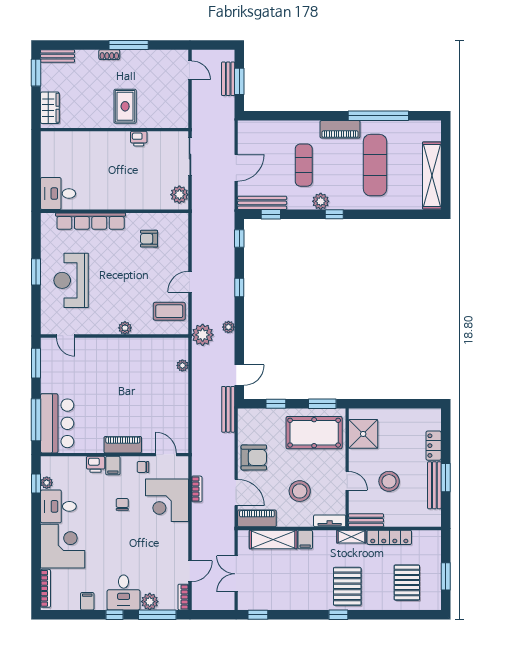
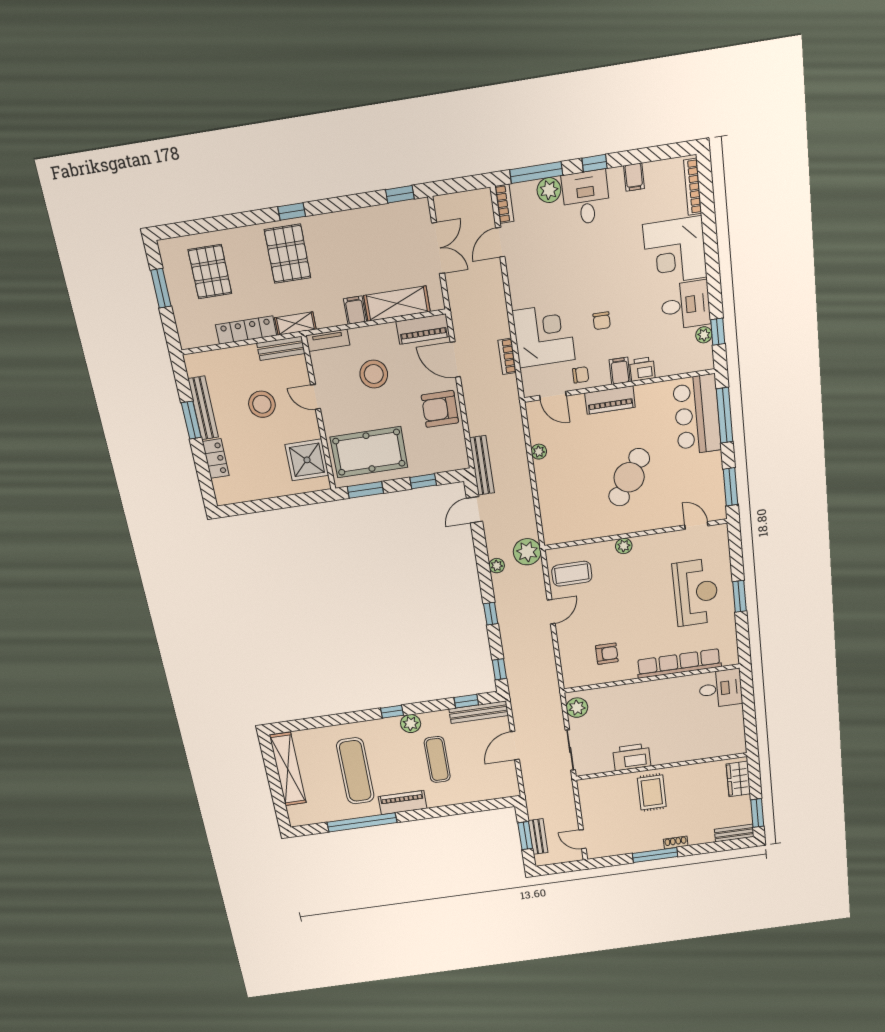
printer: (139, 139) -> (632, 757), width x1.87, depth x1.48
plant: (182, 365) -> (539, 452), moved
cafe table: (115, 383) -> (629, 477), added

